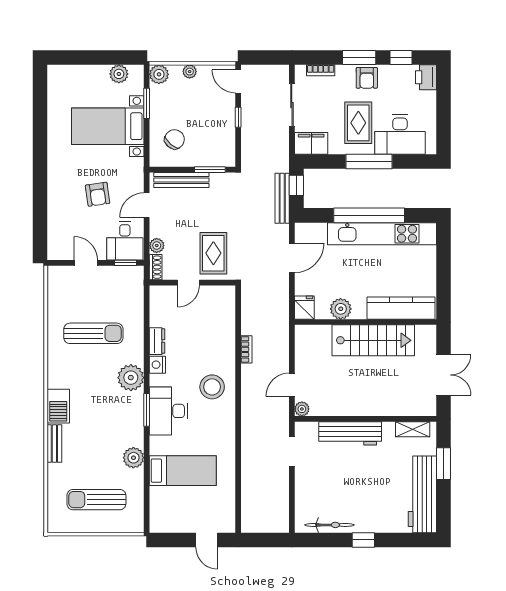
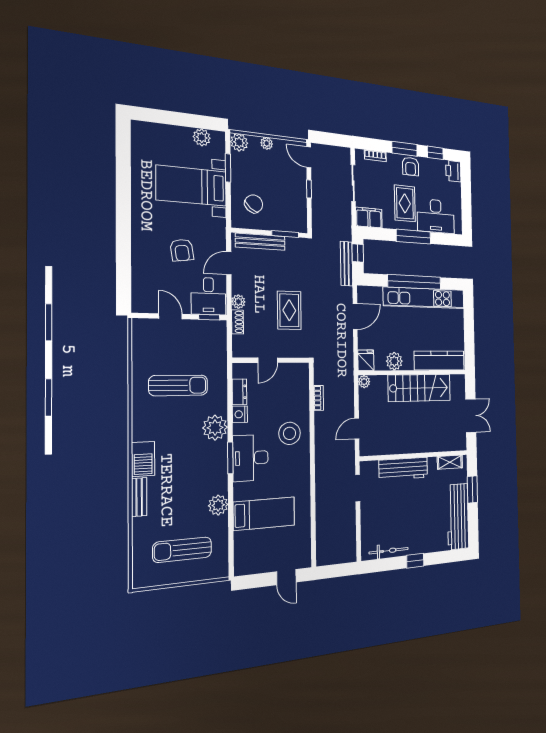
door: (188, 283) -> (268, 360), moved
wall: (192, 283) -> (271, 360), moved
plant: (302, 409) -> (364, 382), moved

